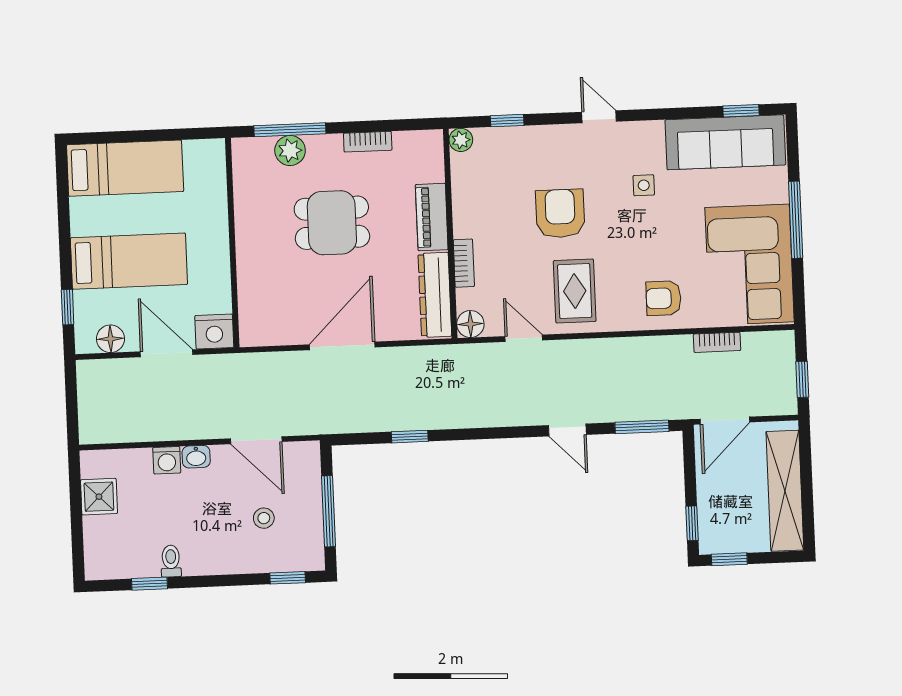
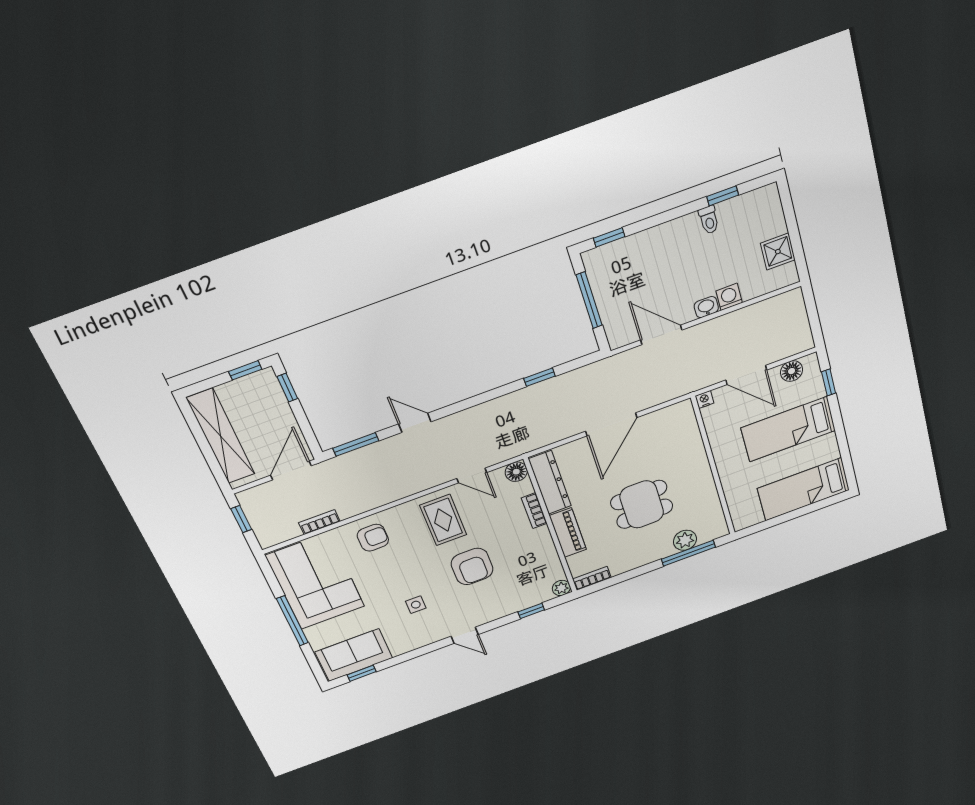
bookcase: (368, 142) -> (592, 578), moved
sofa: (725, 142) -> (354, 655), width x0.73
nightstand: (214, 332) -> (705, 400), width x0.53, depth x0.56
stool: (264, 518) -> (641, 278), removed

